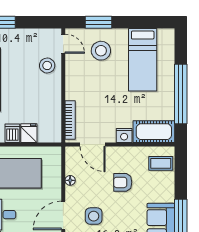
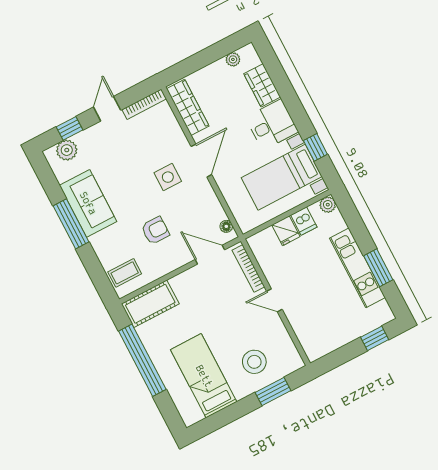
door: (63, 44) -> (274, 300), moved
stool: (47, 65) -> (305, 315), removed
nightstand: (124, 136) -> (181, 282), removed
floor lamp: (70, 180) -> (226, 226), moved

